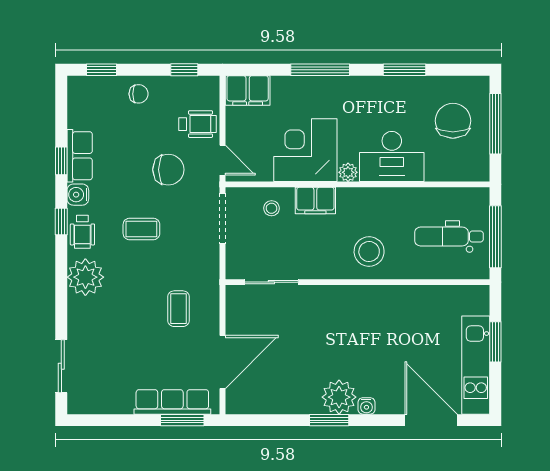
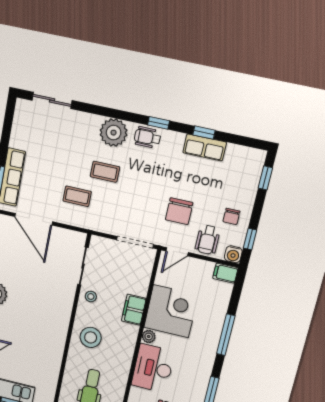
filing cabinet: (248, 90) -> (225, 273), width x0.50
chair: (139, 94) -> (231, 216), moved
water cooler: (78, 195) -> (233, 254), moved, turned 180
stool: (272, 208) -> (91, 297), moved
coffee table: (141, 229) -> (105, 172), moved, turned 90

